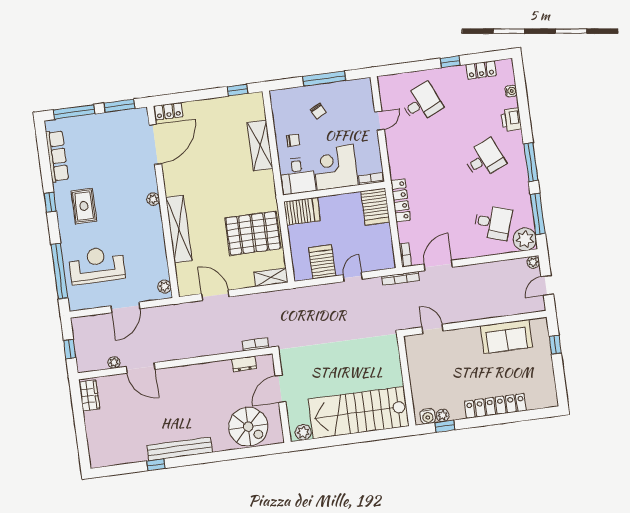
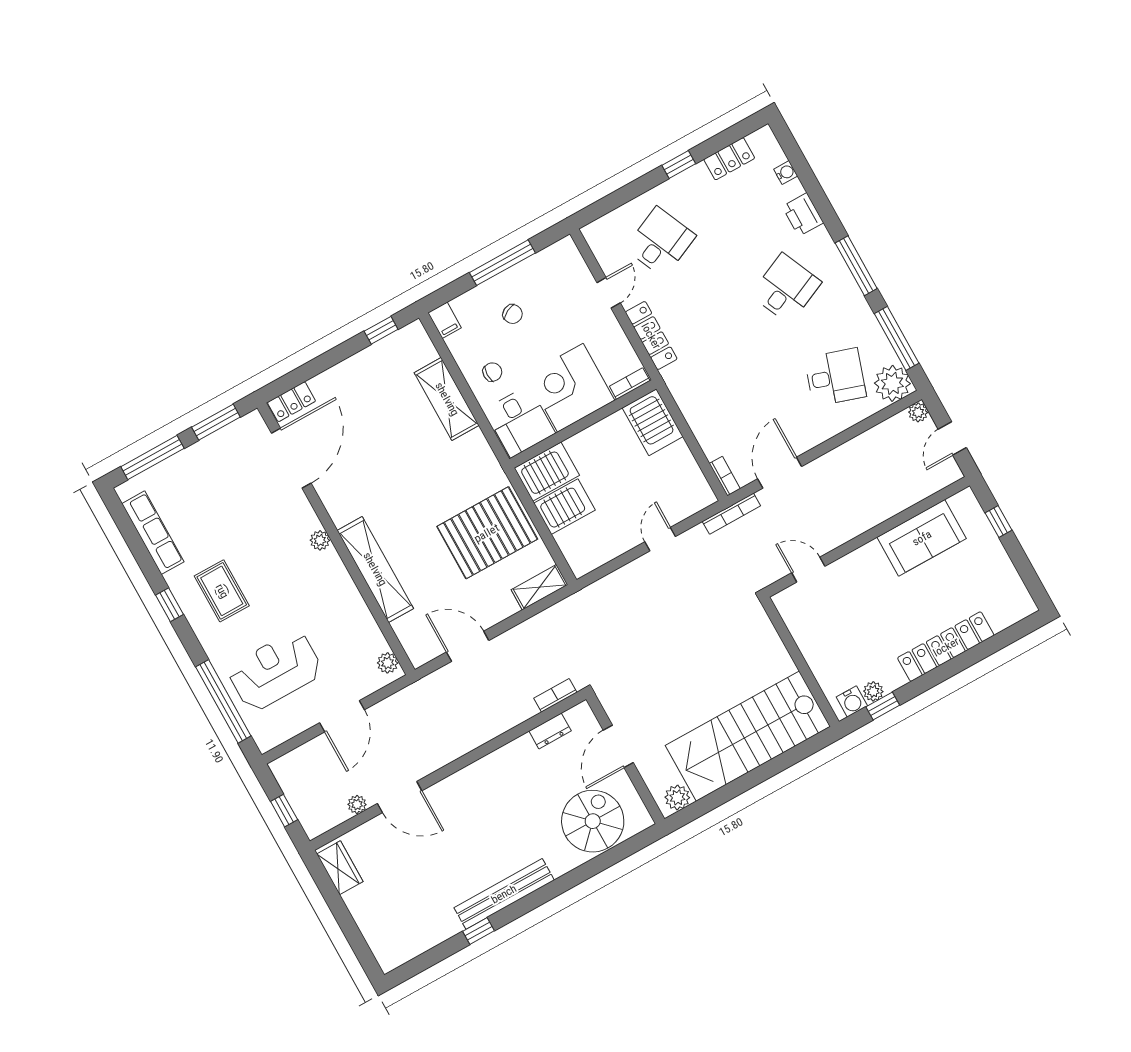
filing cabinet: (277, 99) -> (445, 320), added
locker: (401, 200) -> (651, 336), moved
server rack: (322, 262) -> (564, 507), moved, turned 90
spiral stairs: (248, 427) -> (593, 821), turned -90

